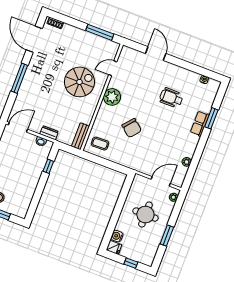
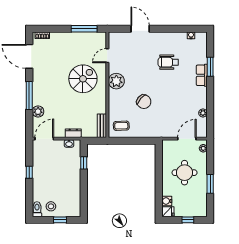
plant: (22, 98) -> (38, 112), added

